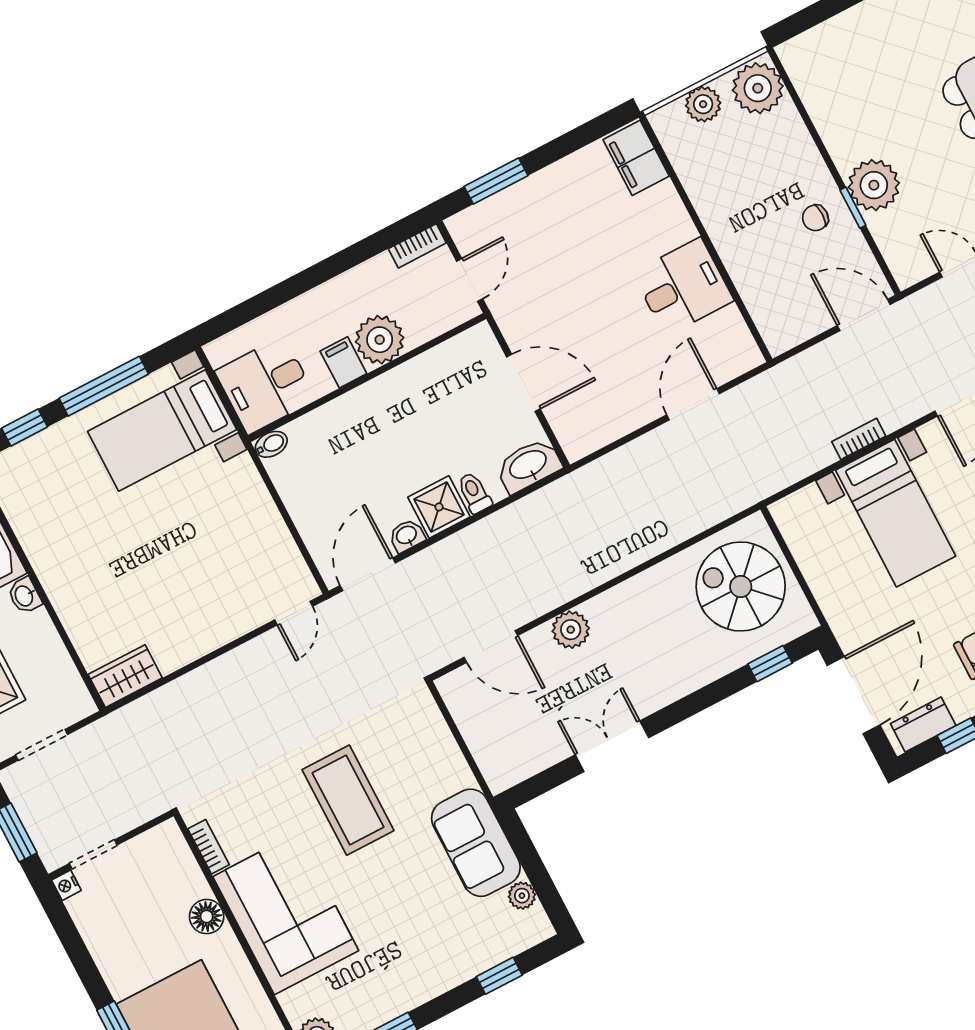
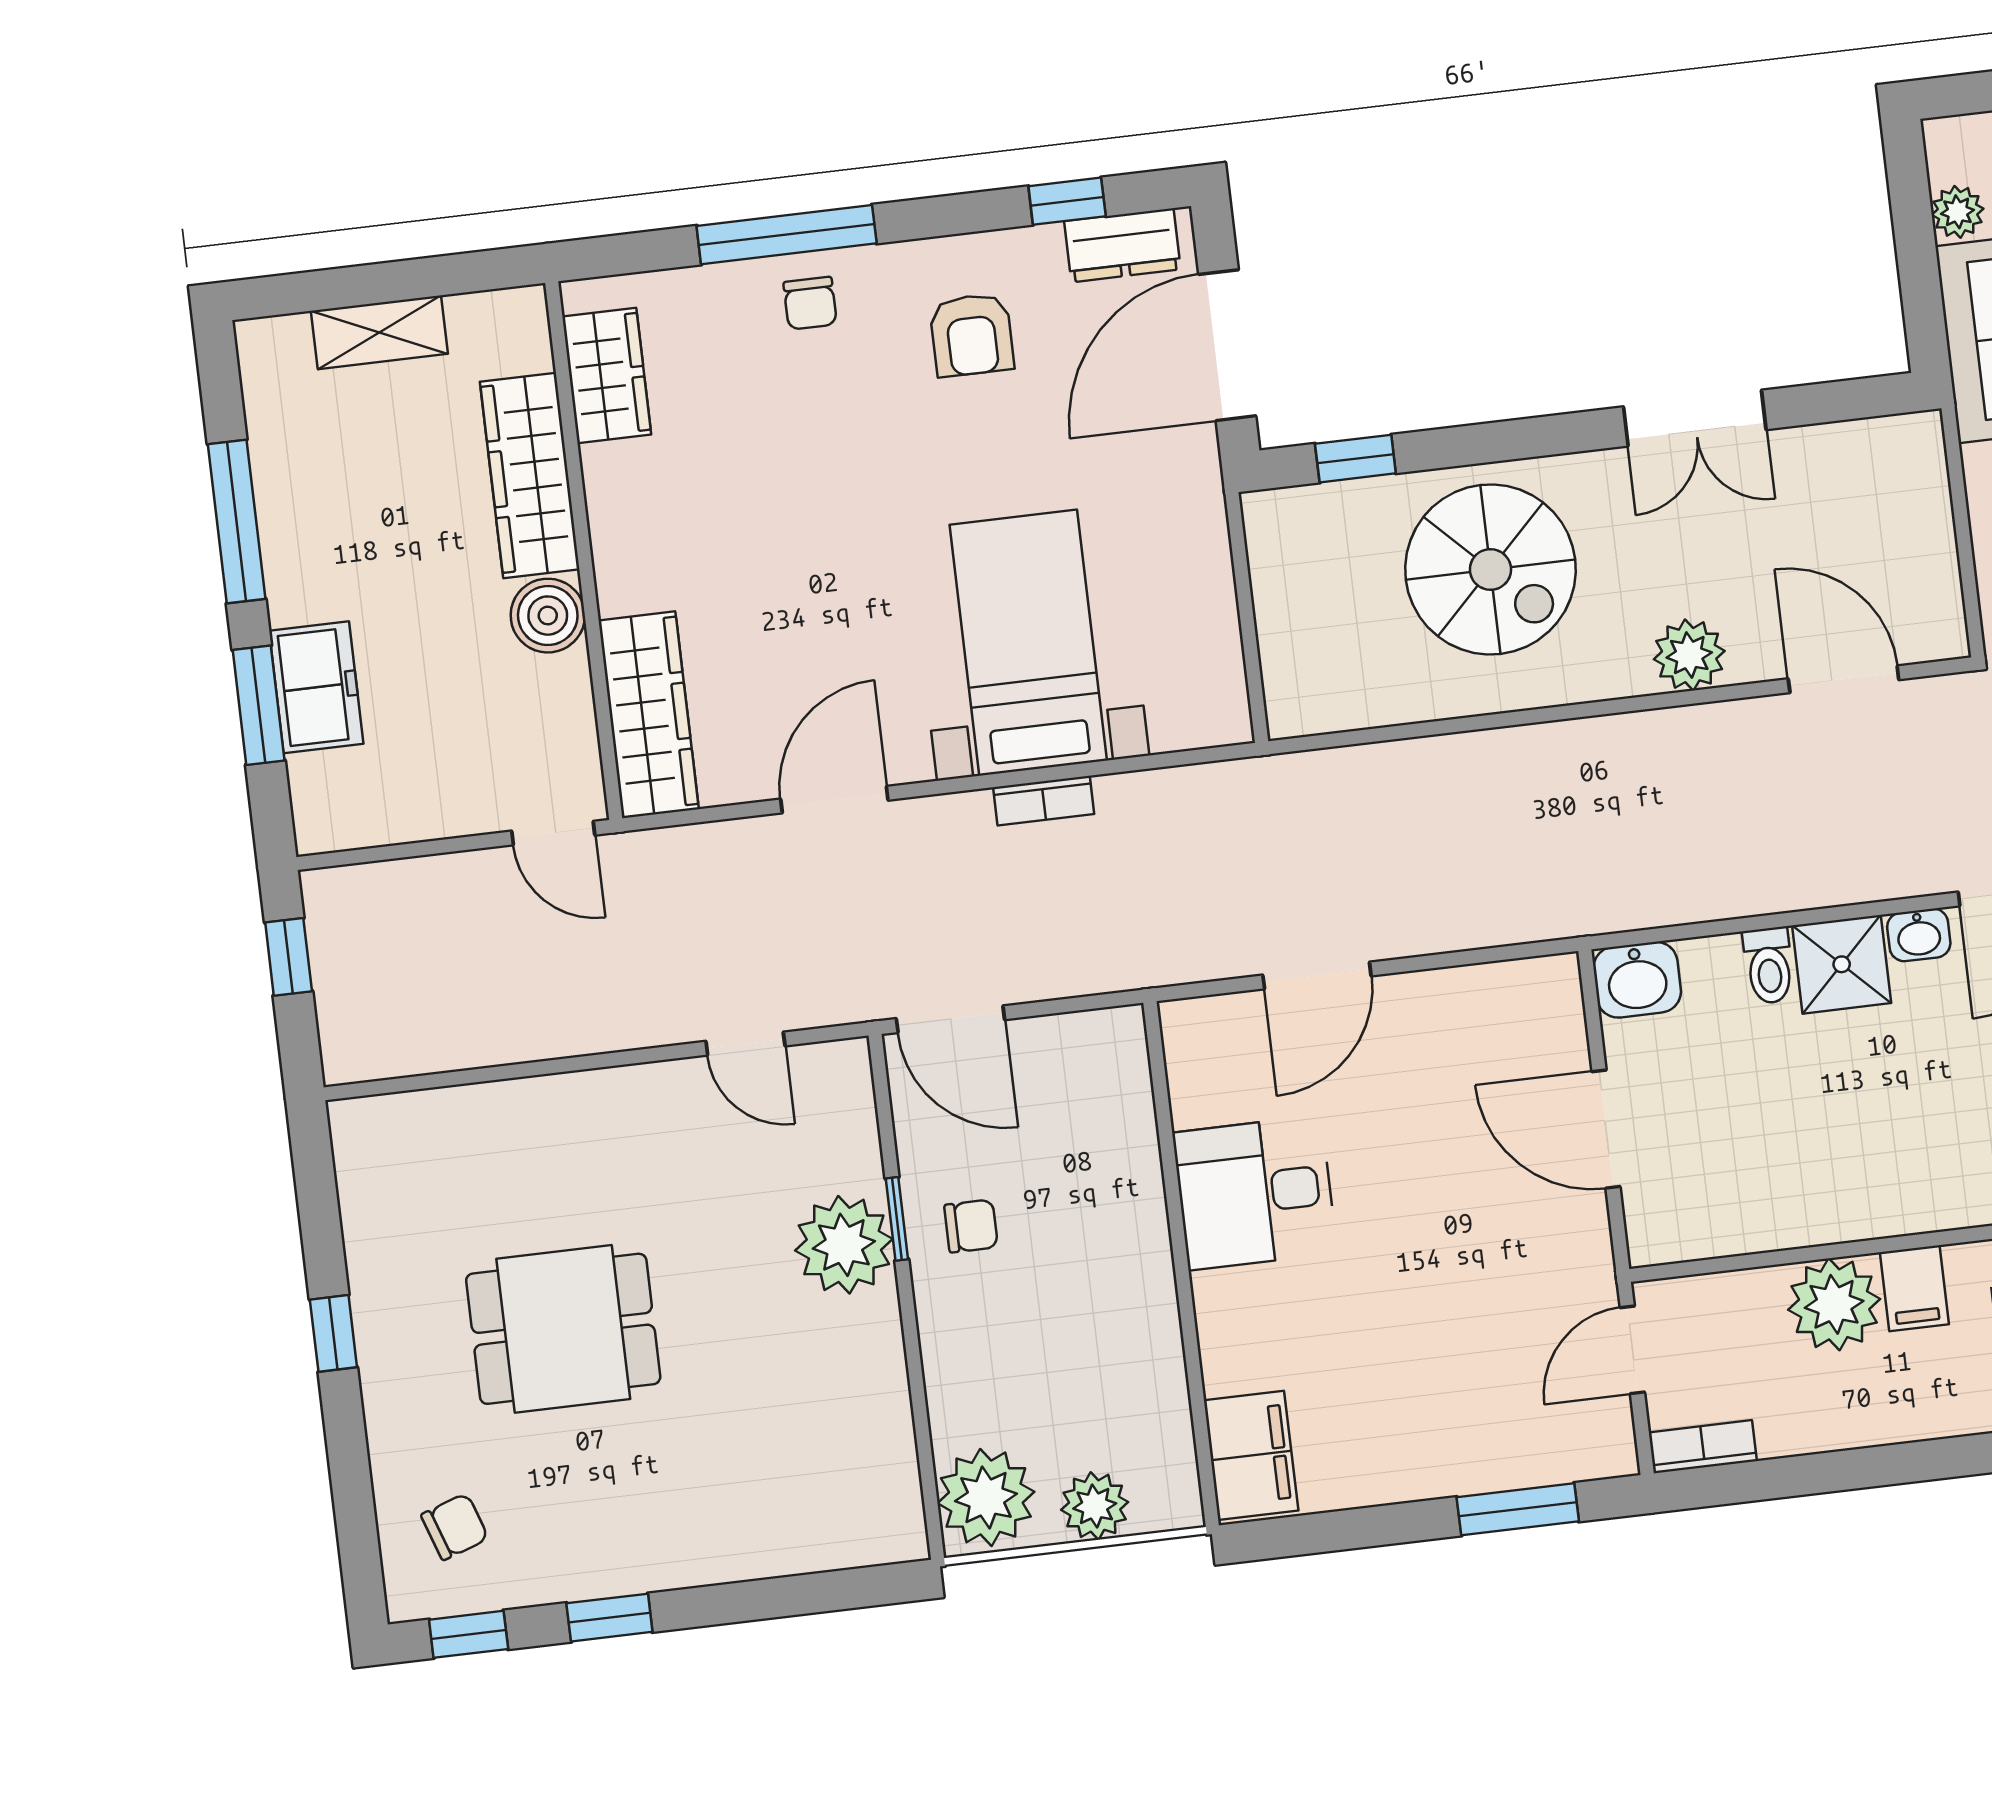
washbasin: (528, 465) -> (1637, 980), width x0.72
spiral stairs: (741, 586) -> (1490, 569), moved

